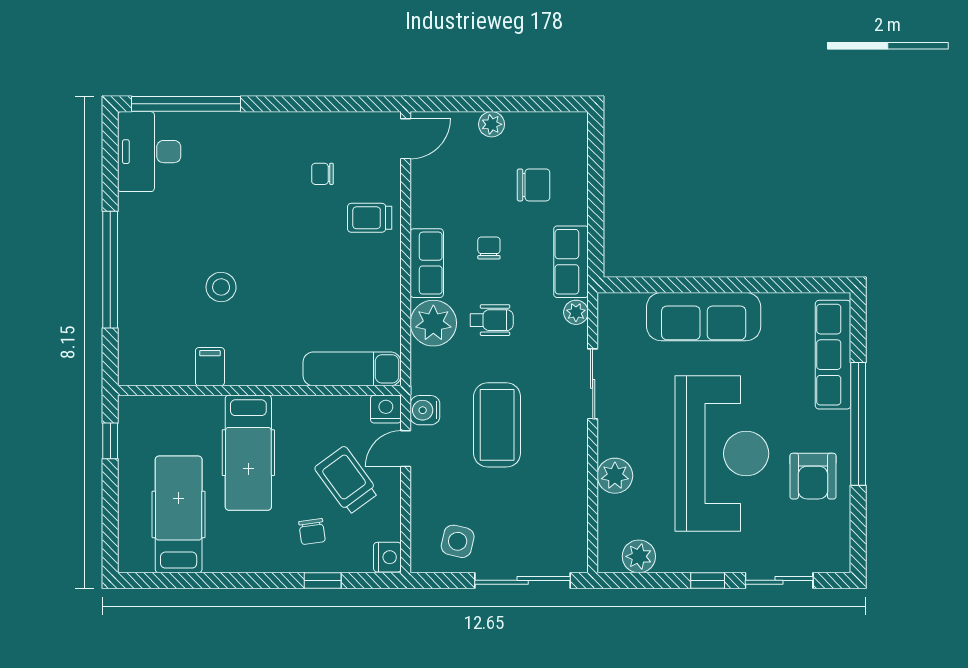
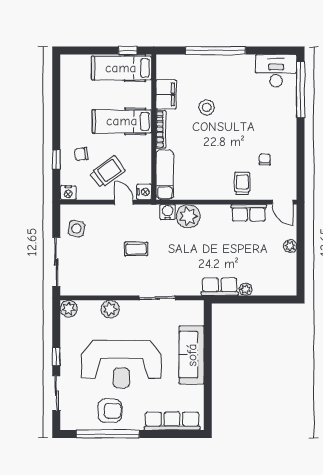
chair: (534, 185) -> (259, 268), removed
chair: (489, 248) -> (227, 245), removed
row of seats: (427, 263) -> (249, 213), moved
plant: (576, 312) -> (246, 289), moved
wheelchair: (492, 320) -> (190, 246), removed
filing cabinet: (210, 367) -> (166, 94), width x2.00
bookcase: (264, 376) -> (161, 129), added
water cooler: (425, 410) -> (168, 212), moved
window: (858, 424) -> (108, 434), moved
coffee table: (497, 425) -> (136, 249), width x0.54, depth x0.58
armchair: (813, 476) -> (110, 411), turned 180
hospital bed: (179, 514) -> (121, 68), moved, turned 180
plant: (639, 556) -> (69, 309), moved

